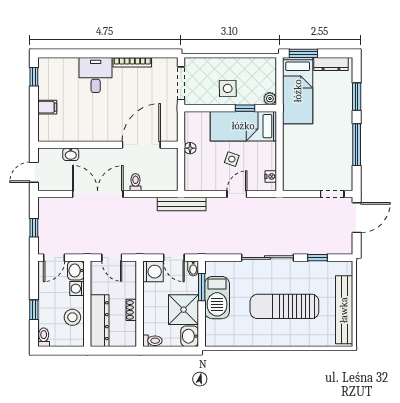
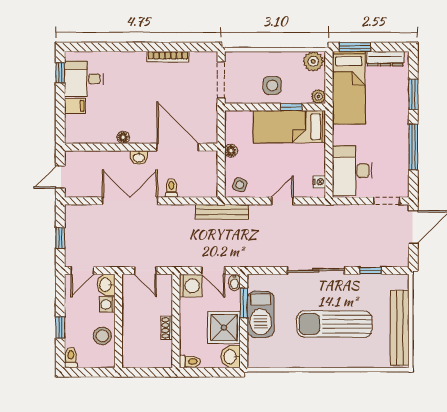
plant: (265, 66) -> (313, 61), added
desk: (96, 75) -> (84, 79), moved, turned -90
floor lamp: (92, 136) -> (123, 137), added
door: (141, 145) -> (178, 147), hinge flipped
washbasin: (71, 154) -> (139, 158), moved
side table: (232, 159) -> (240, 185), moved
desk: (301, 166) -> (352, 171), added
dresser: (100, 321) -> (132, 340), removed

